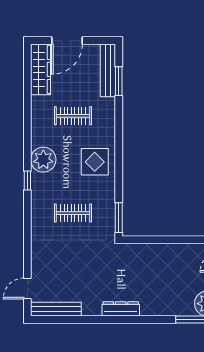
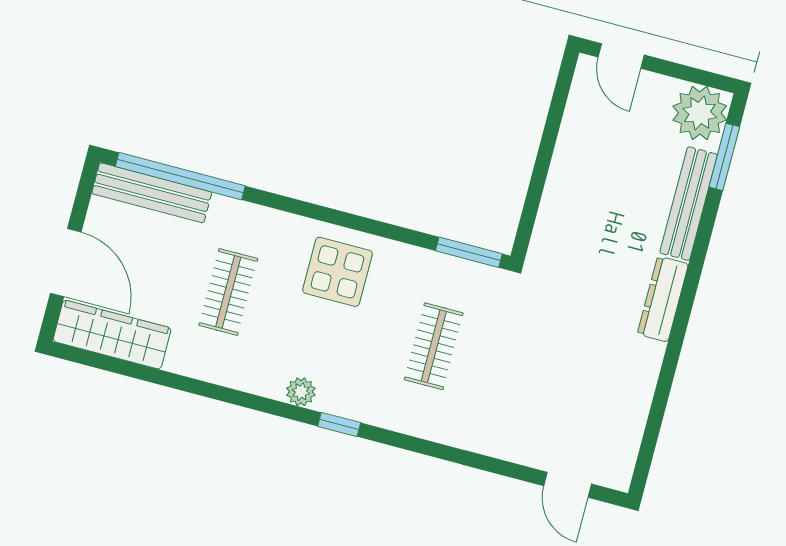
window: (119, 81) -> (180, 176), width x2.11
plant: (43, 160) -> (301, 392), width x0.53, depth x0.53
bench: (56, 309) -> (689, 204), moved

